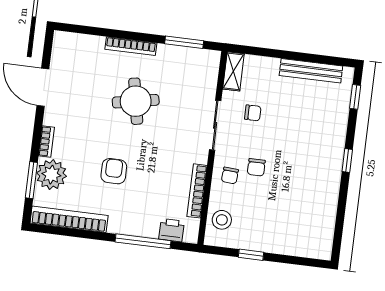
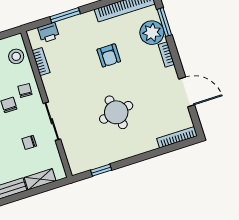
window: (184, 42) -> (101, 170), width x0.67
bookcase: (131, 46) -> (177, 137), moved
shelving: (233, 71) -> (40, 179), moved, turned 90
bookcase: (197, 191) -> (41, 62), width x0.64
window: (143, 241) -> (65, 15), width x0.69

